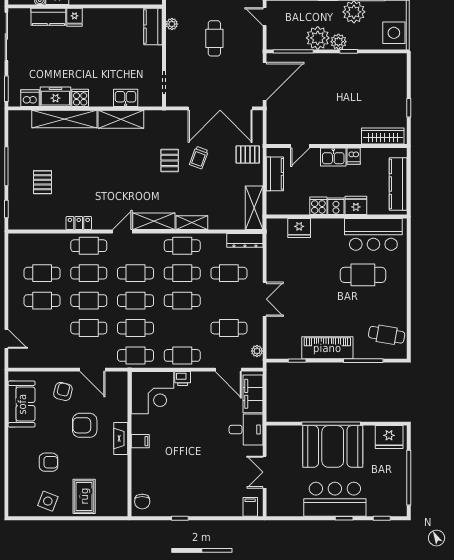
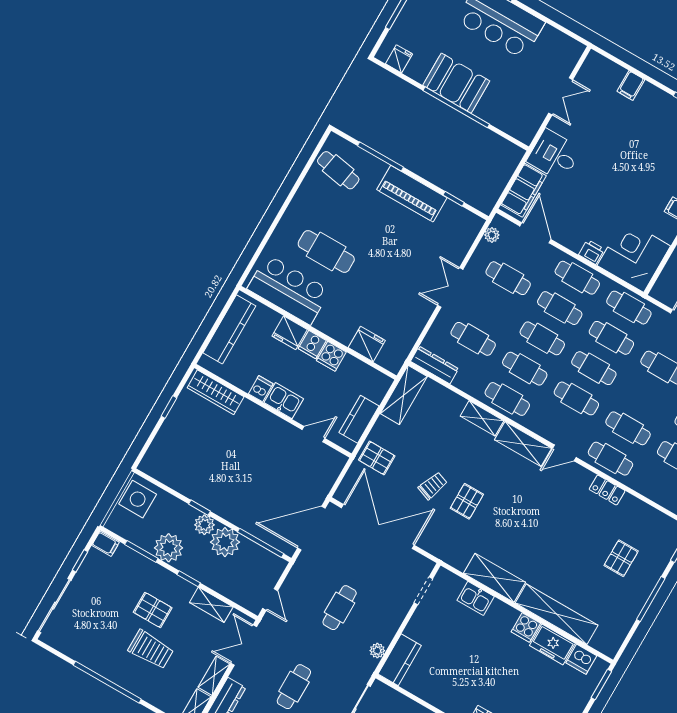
cafe table: (89, 301) -> (560, 308), moved
fridge: (389, 437) -> (399, 59), width x0.53, depth x0.75
booth: (333, 446) -> (456, 83), width x0.73, depth x0.70
filing cabinet: (250, 507) -> (631, 85), moved

